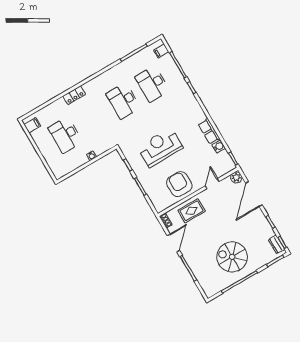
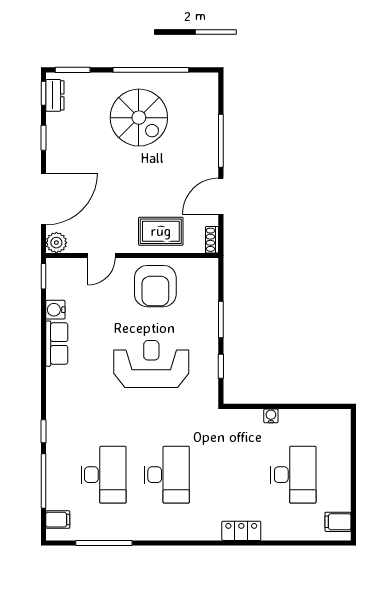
reception desk: (160, 147) -> (151, 364), turned 180

